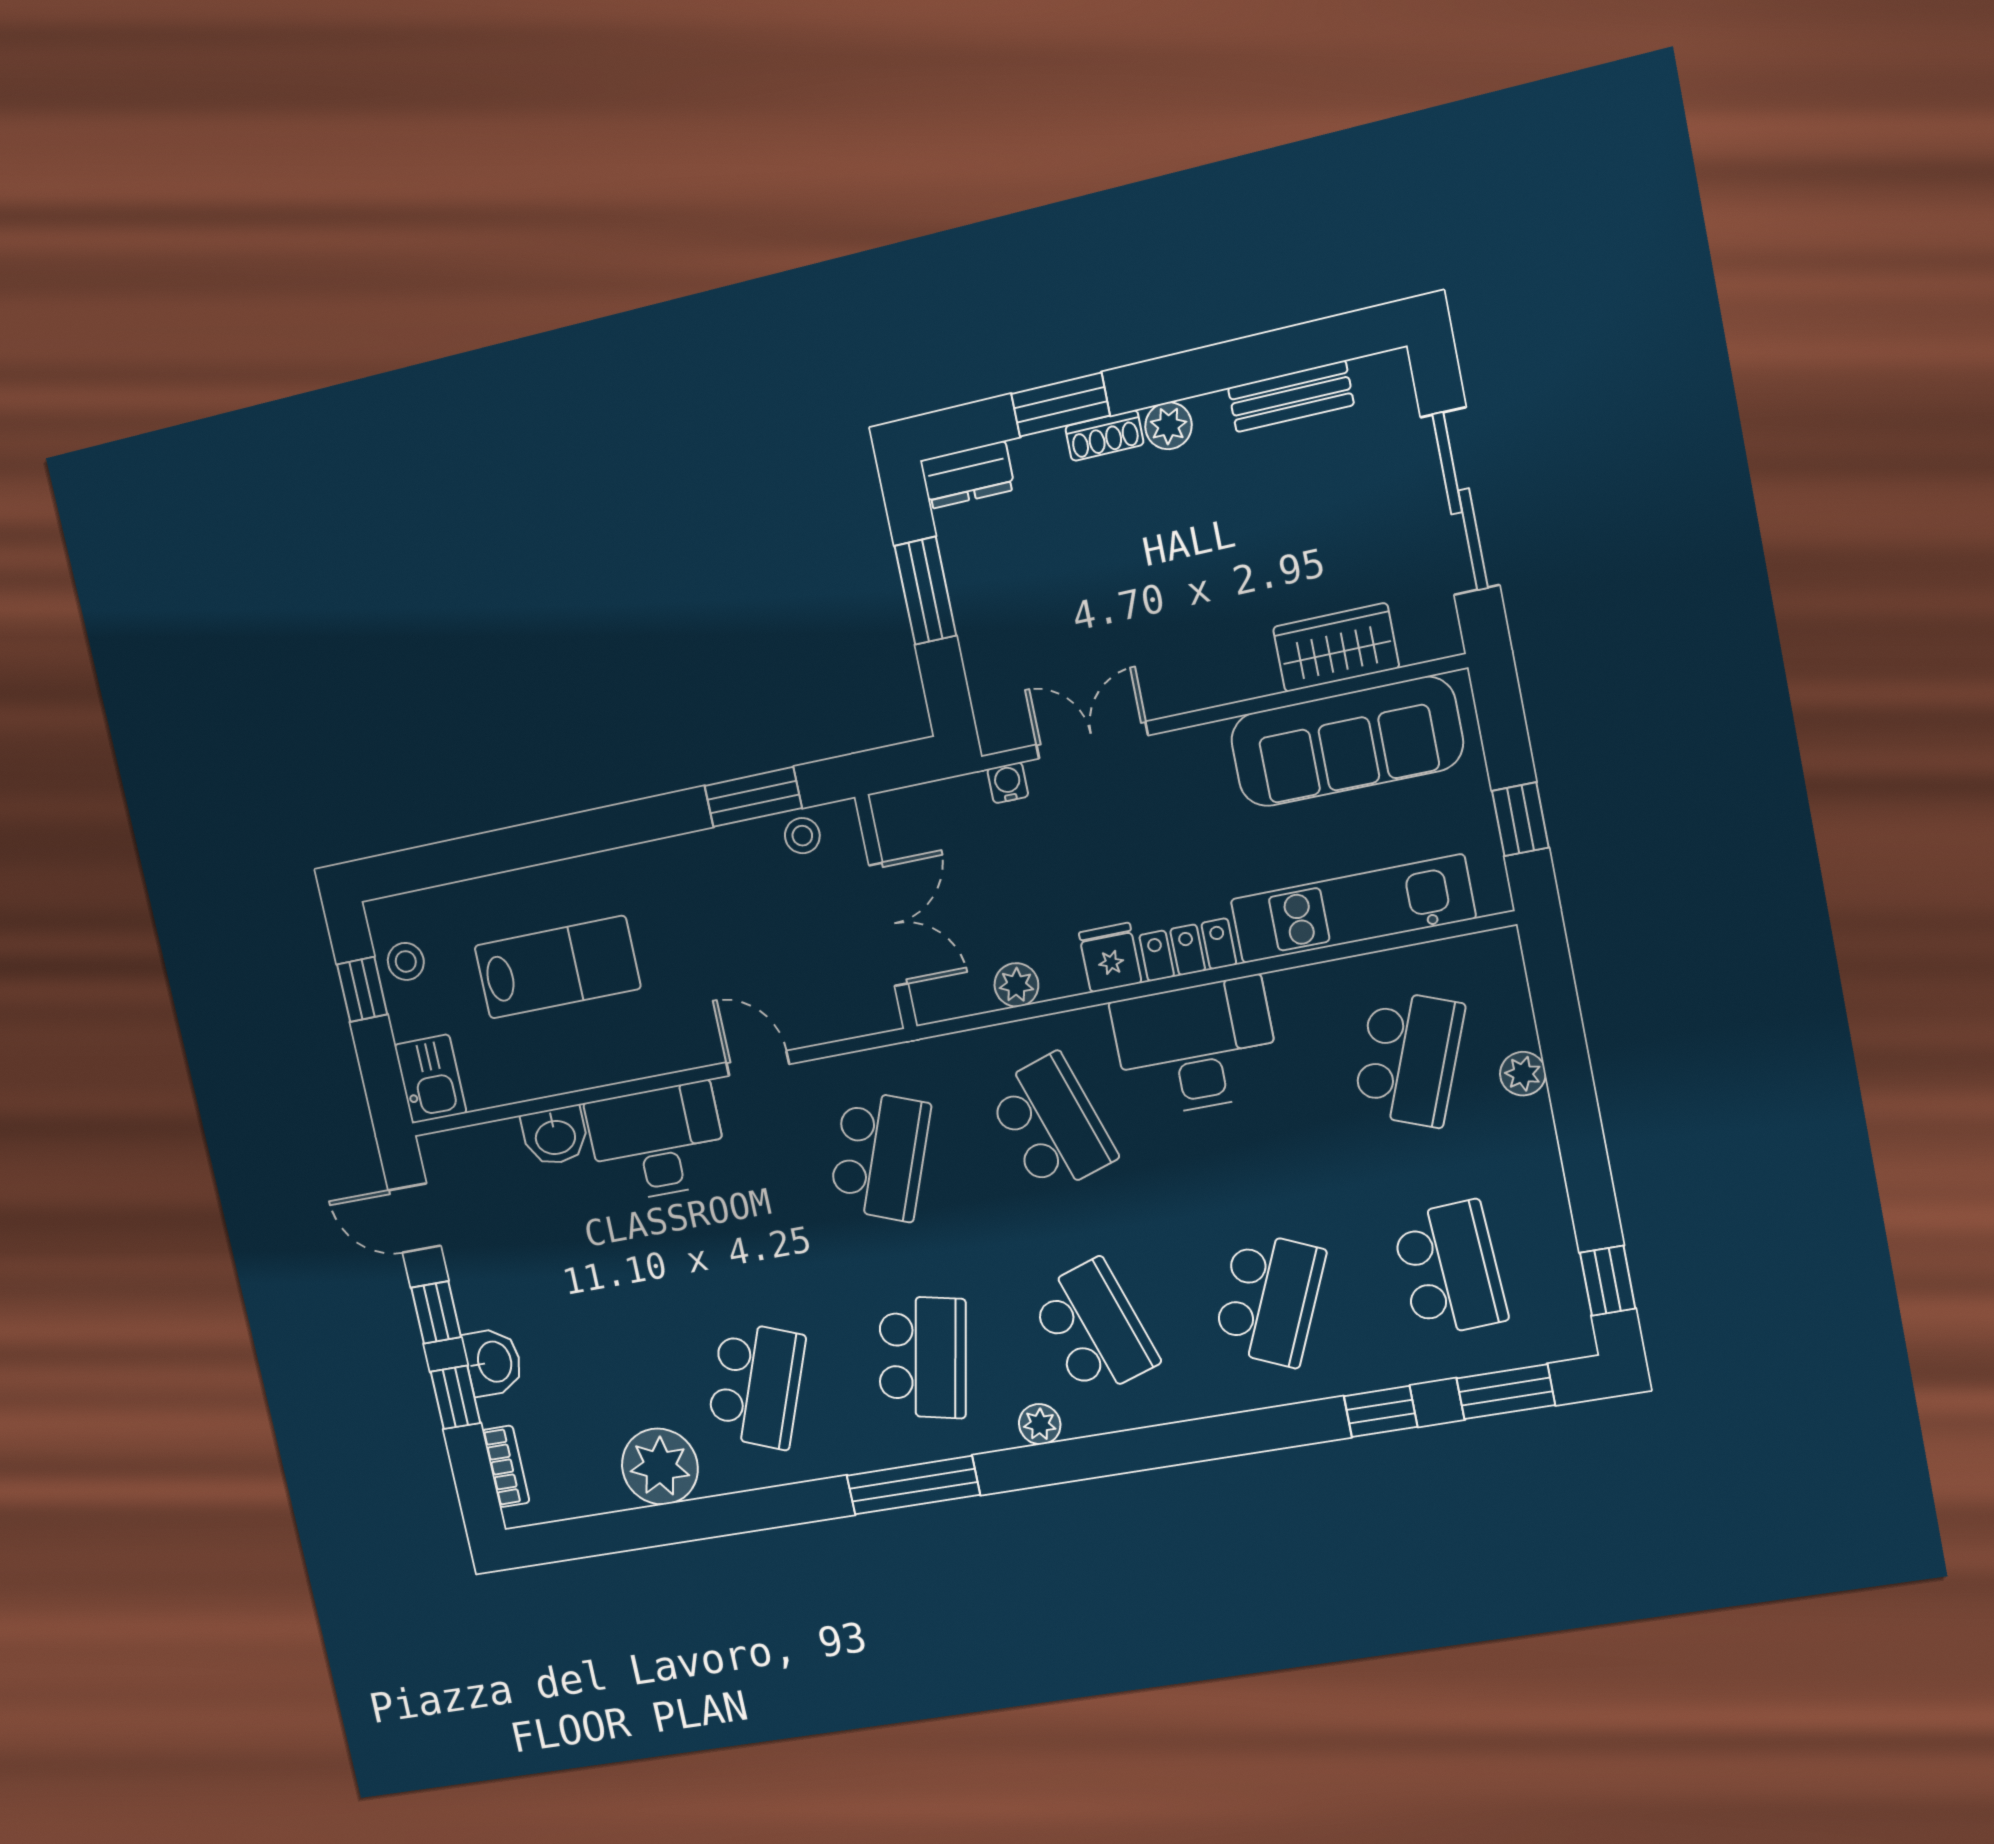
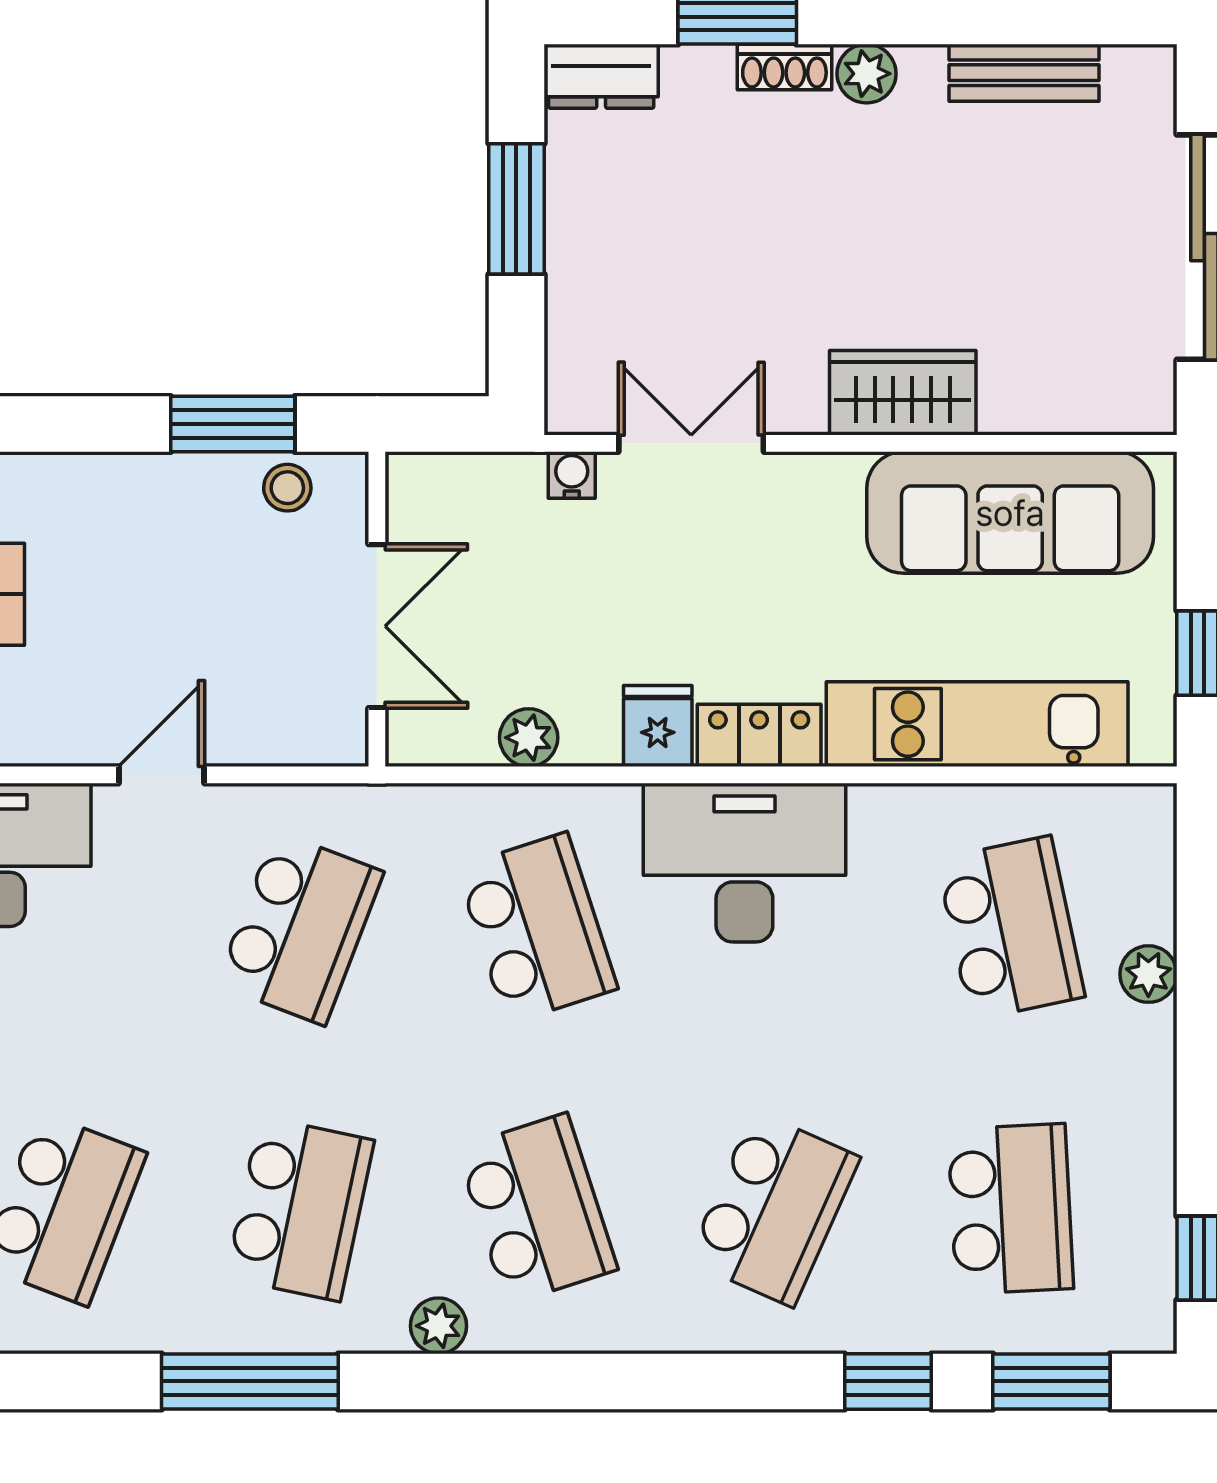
wardrobe: (1336, 647) -> (903, 393), moved
school desk: (1409, 1058) -> (1011, 928), turned -33
door: (758, 1063) -> (162, 775), hinge flipped

